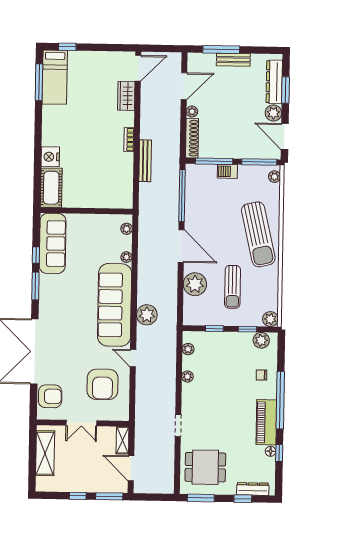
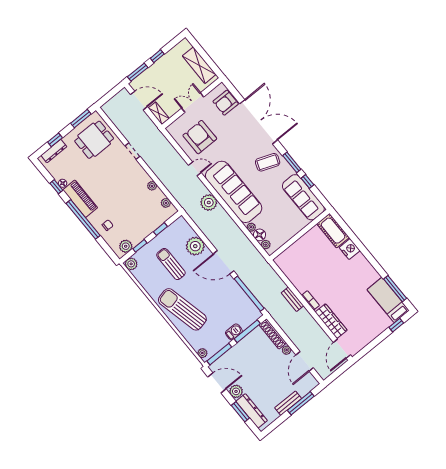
wardrobe: (126, 96) -> (331, 321), width x1.50
bench: (145, 161) -> (292, 299), width x0.73
floor lamp: (125, 243) -> (259, 235), added
coffee table: (58, 306) -> (268, 162), added

